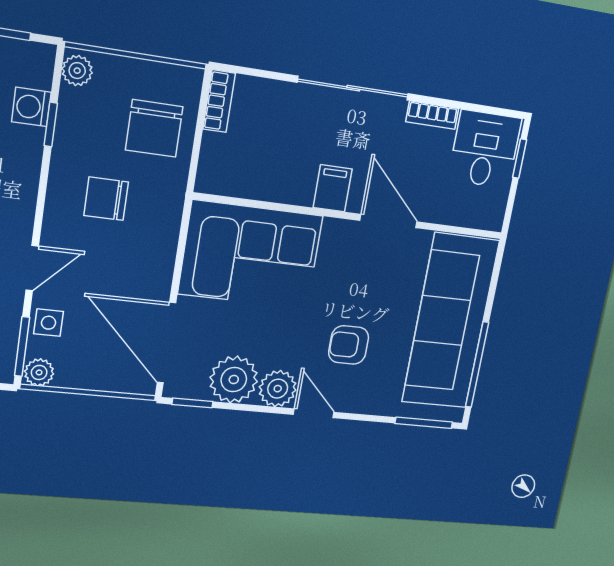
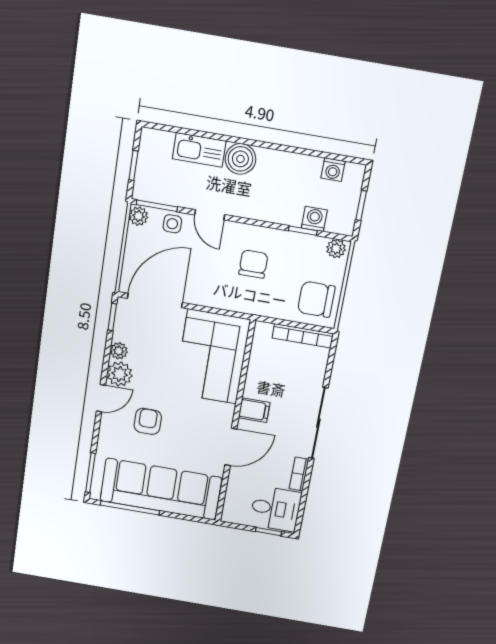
bookcase: (219, 101) -> (303, 336), width x1.56
chair: (154, 128) -> (316, 299), moved
plant: (234, 380) -> (119, 351), width x0.53, depth x0.53

